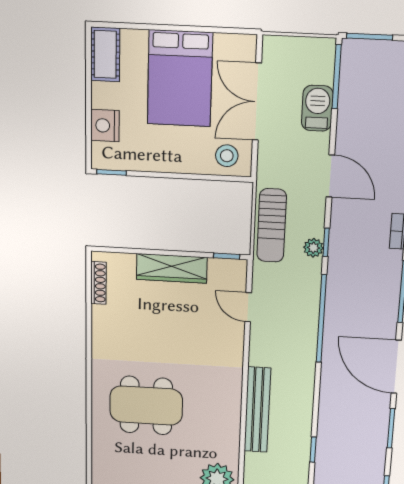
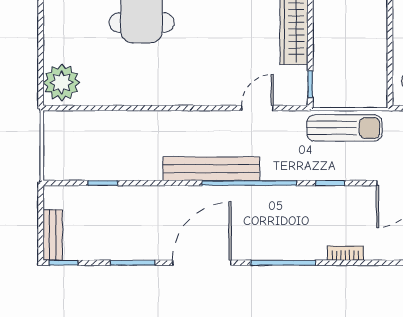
sun lounger: (272, 226) -> (344, 128), turned 180
plant: (313, 248) -> (324, 171), removed
bench: (257, 410) -> (211, 169), moved

